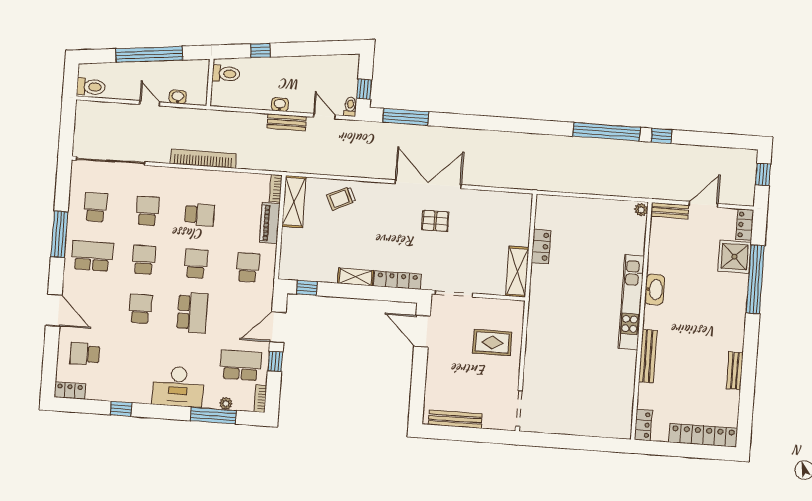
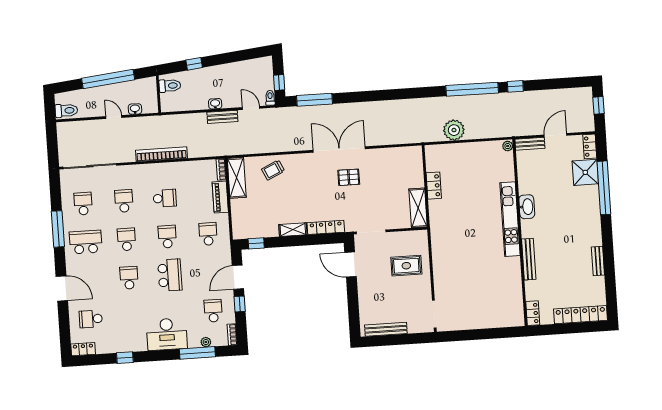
plant: (576, 180) -> (454, 130), added
school desk: (241, 365) -> (213, 311), width x0.54

